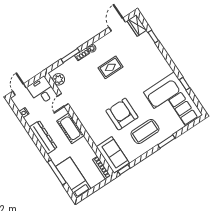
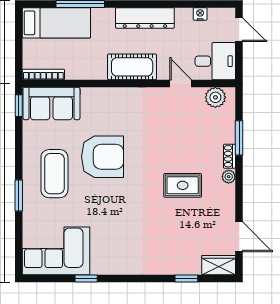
rug: (110, 67) -> (183, 185), turned 90
corner sofa: (173, 104) -> (56, 251), width x0.73, depth x0.74

